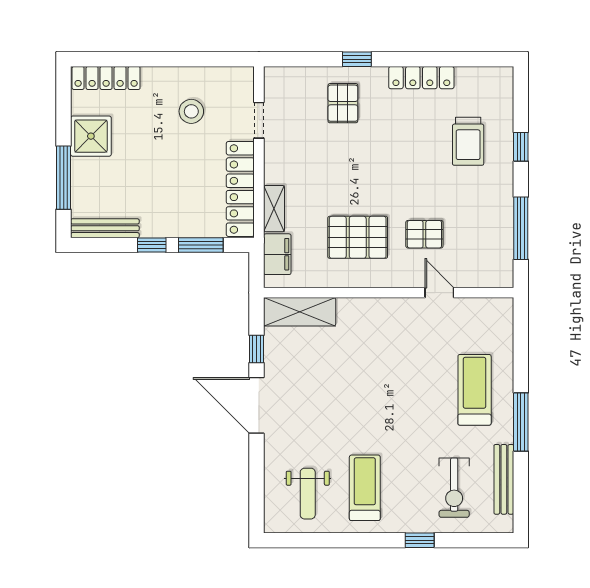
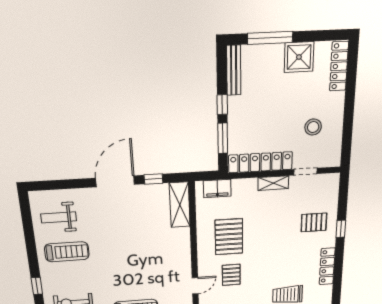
shelving: (274, 209) -> (273, 183), moved

